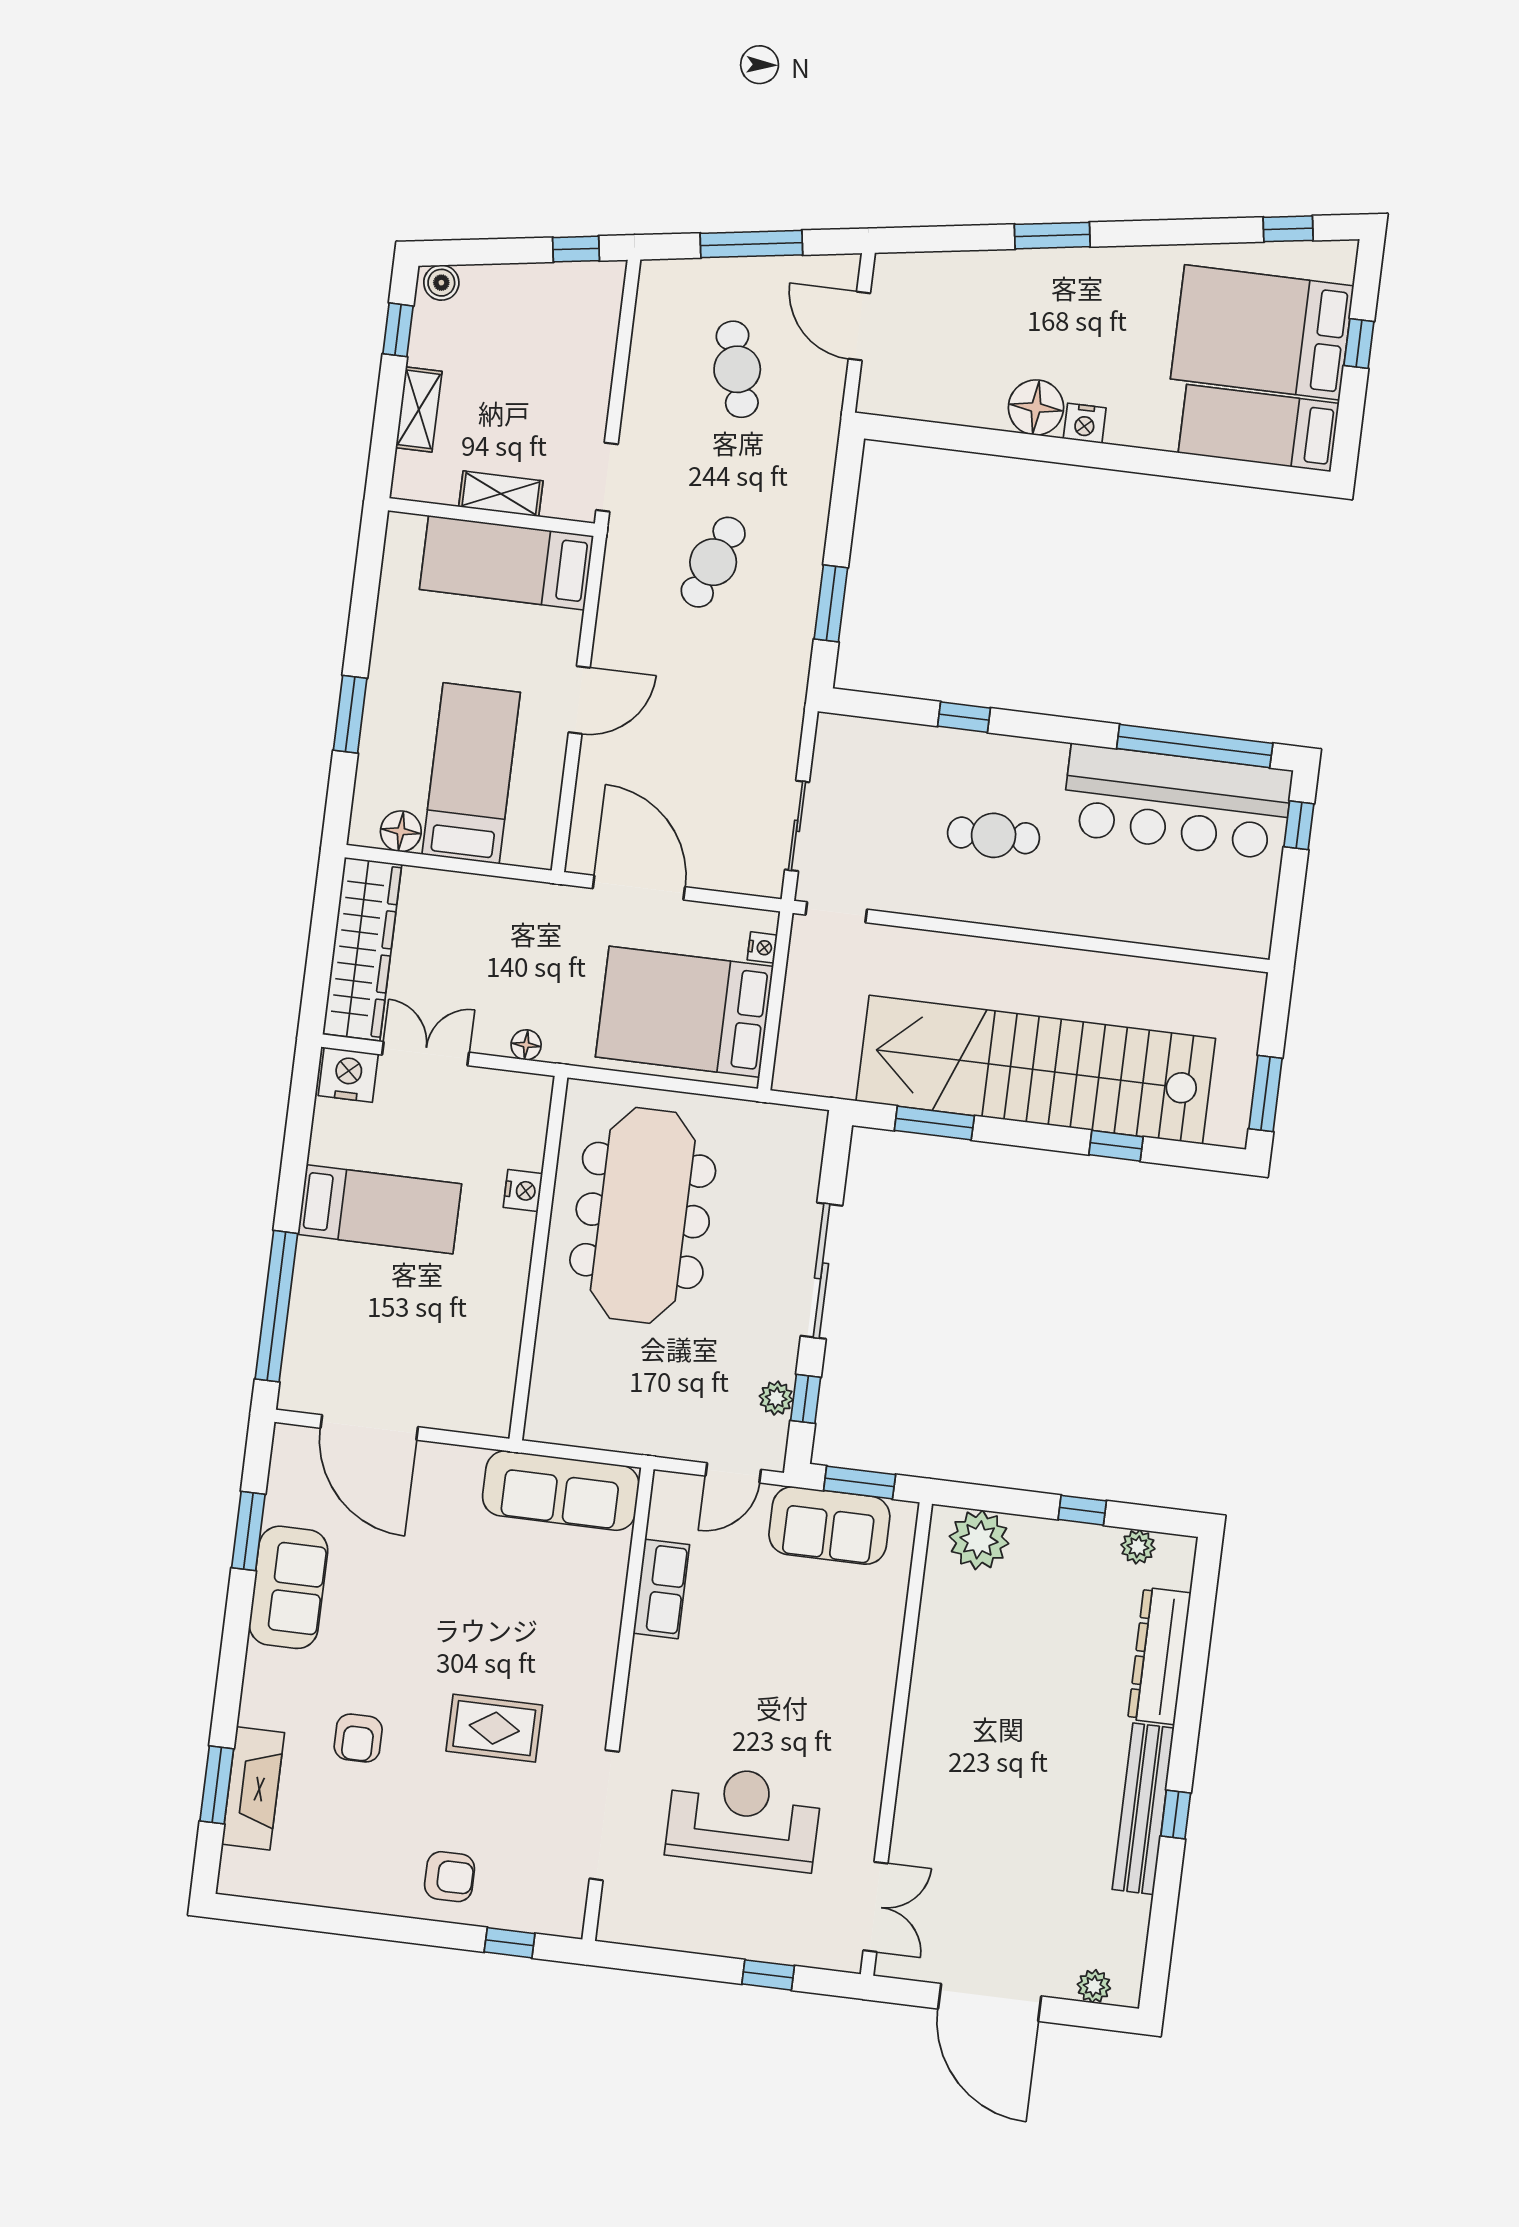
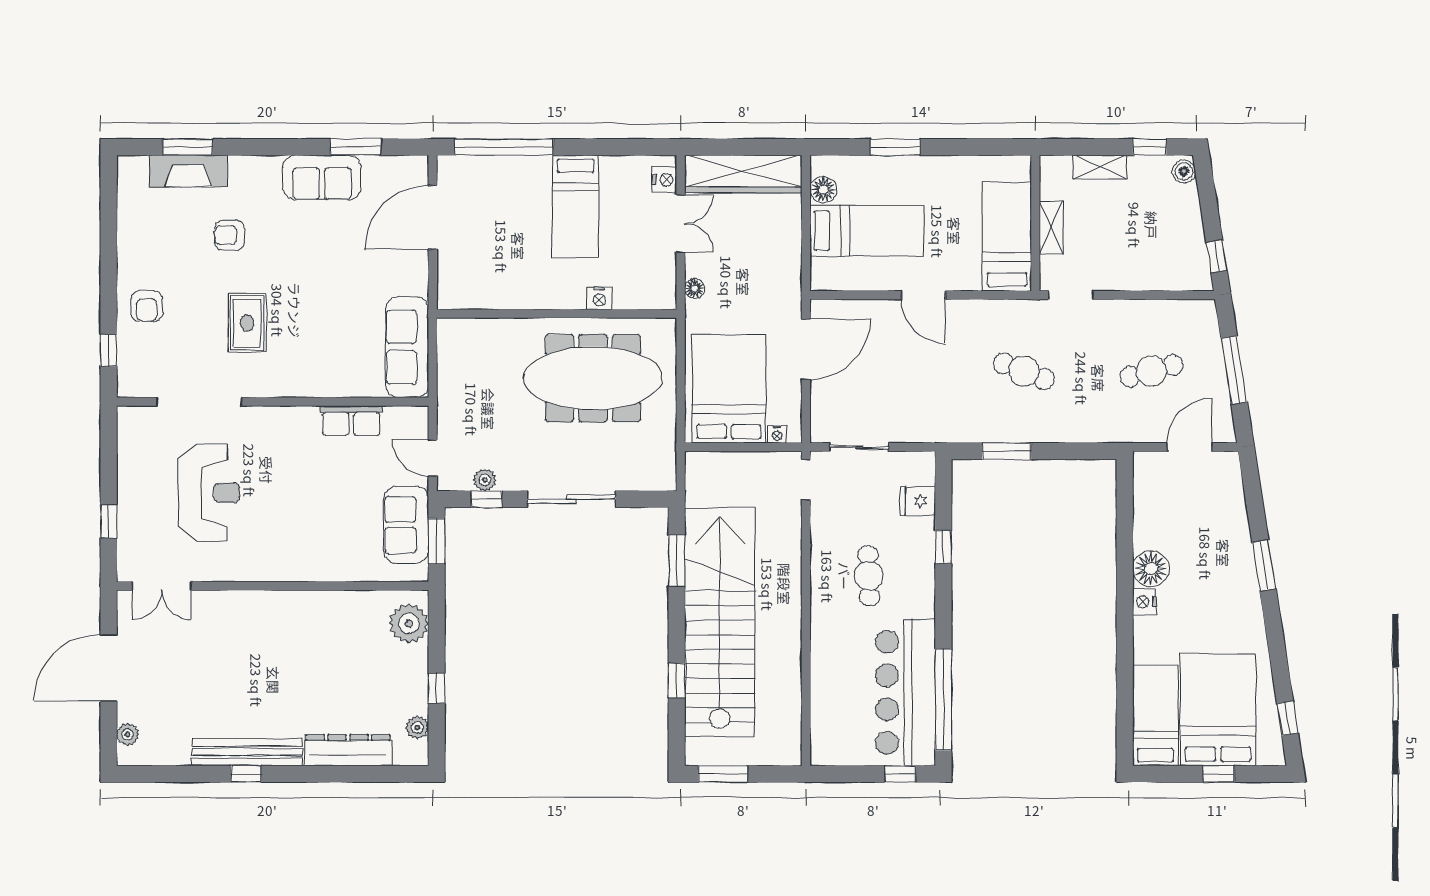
fridge: (889, 747) -> (918, 501), added
nightstand: (348, 1075) -> (665, 180), width x0.74, depth x0.75

